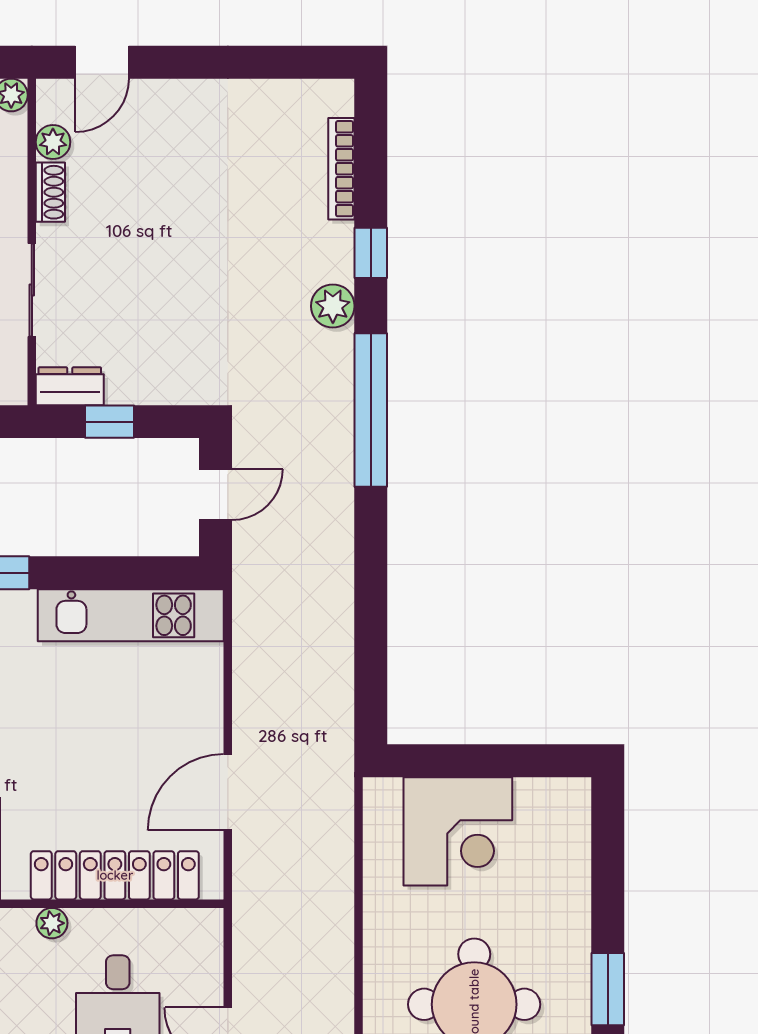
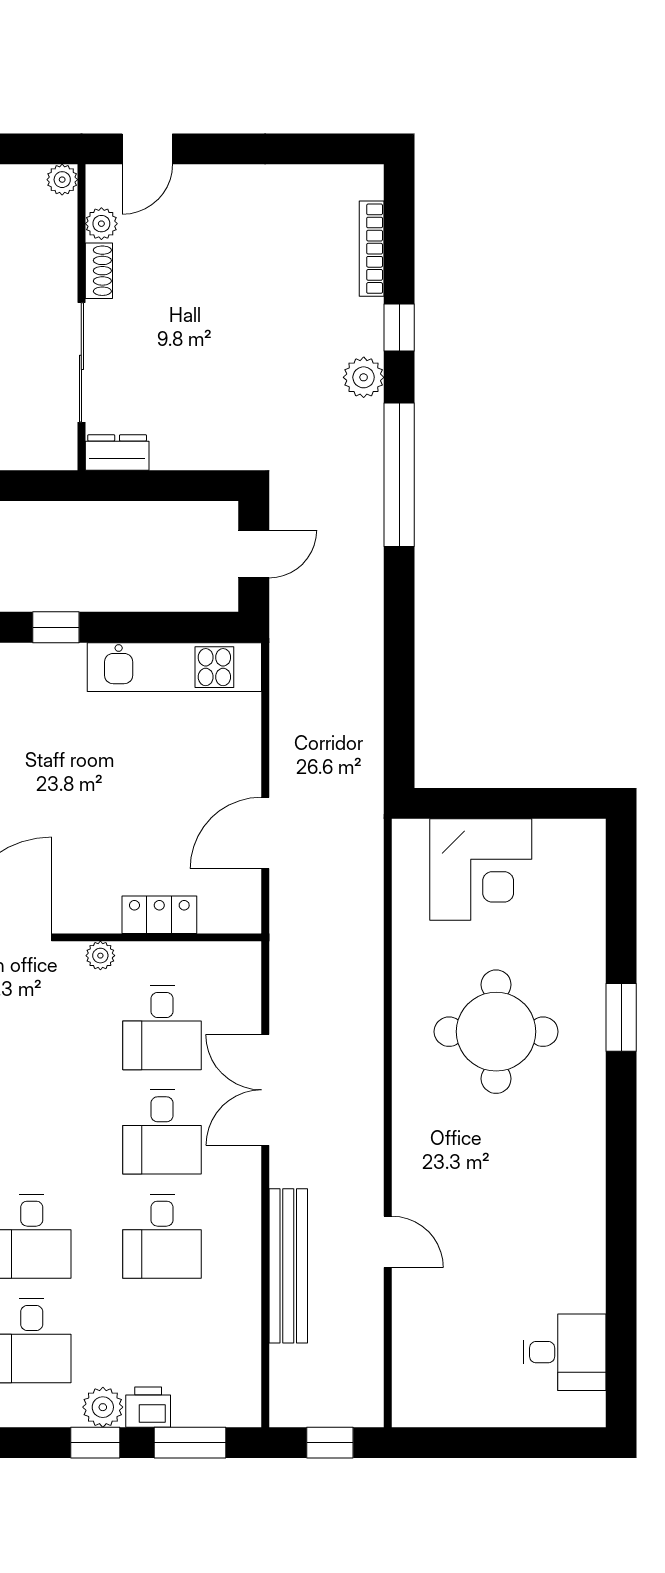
sliding door: (32, 290) -> (81, 362), width x1.37
window: (110, 422) -> (154, 486), removed
locker: (115, 875) -> (159, 915), width x0.46, depth x0.83

